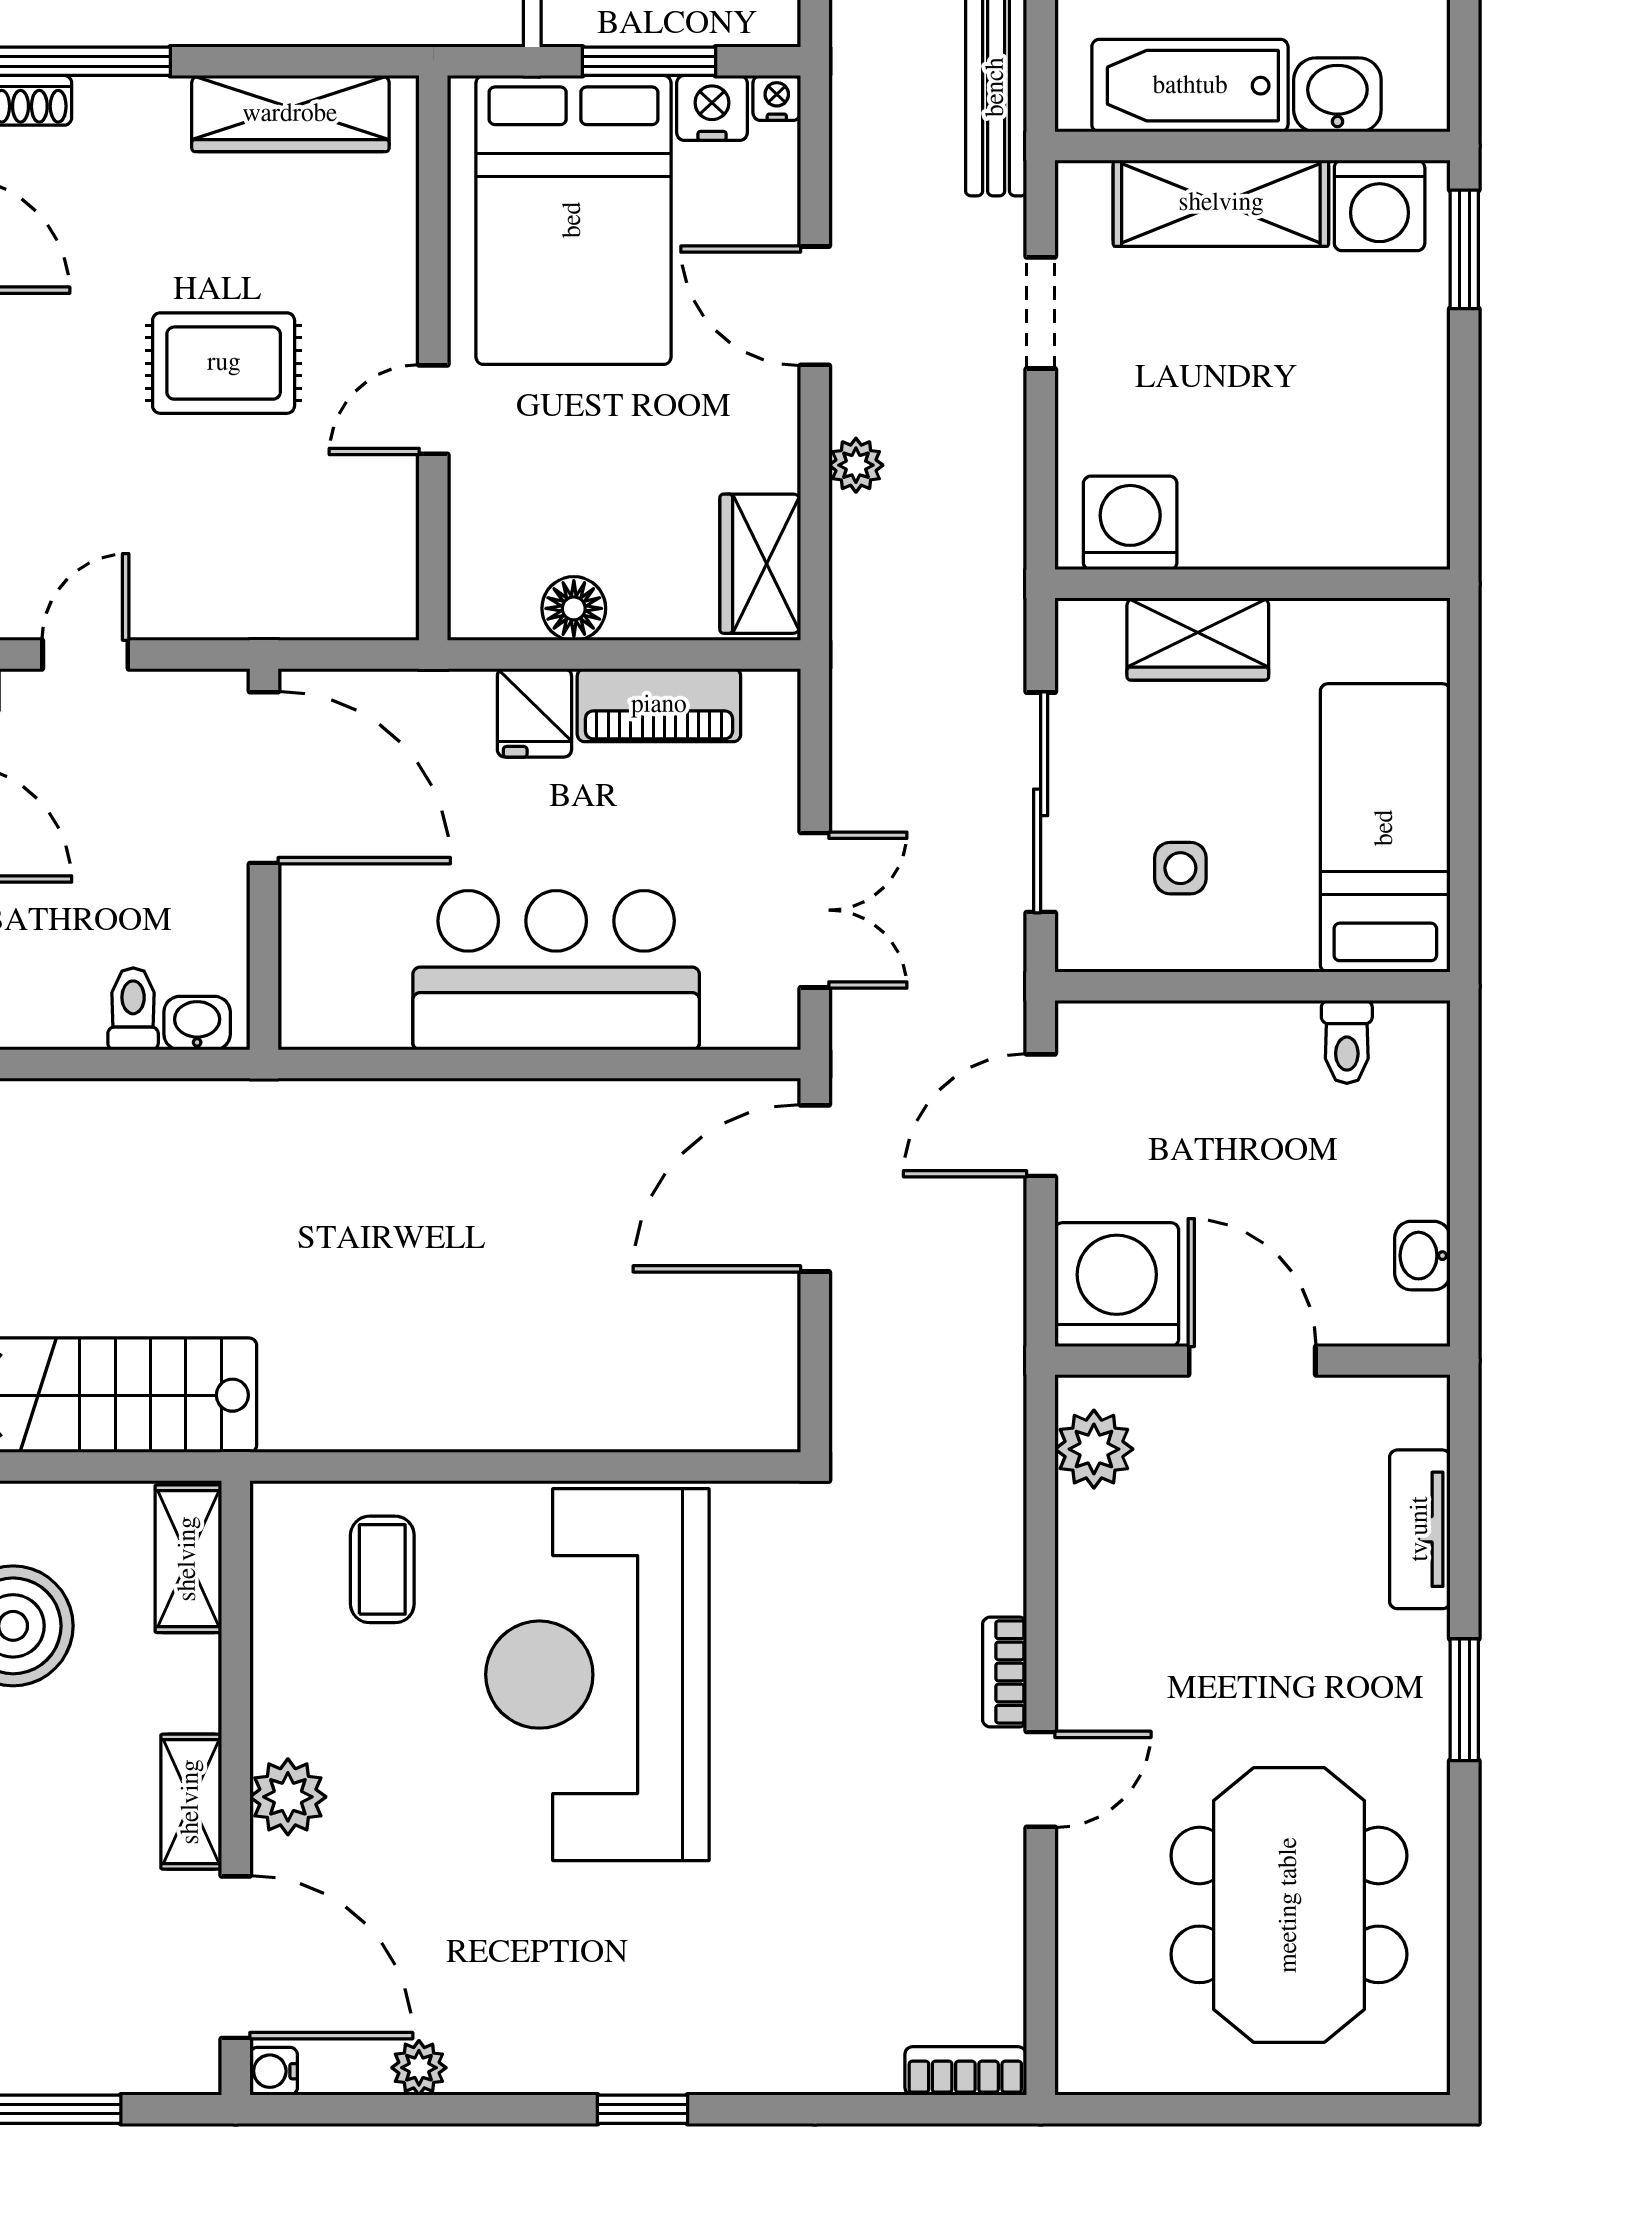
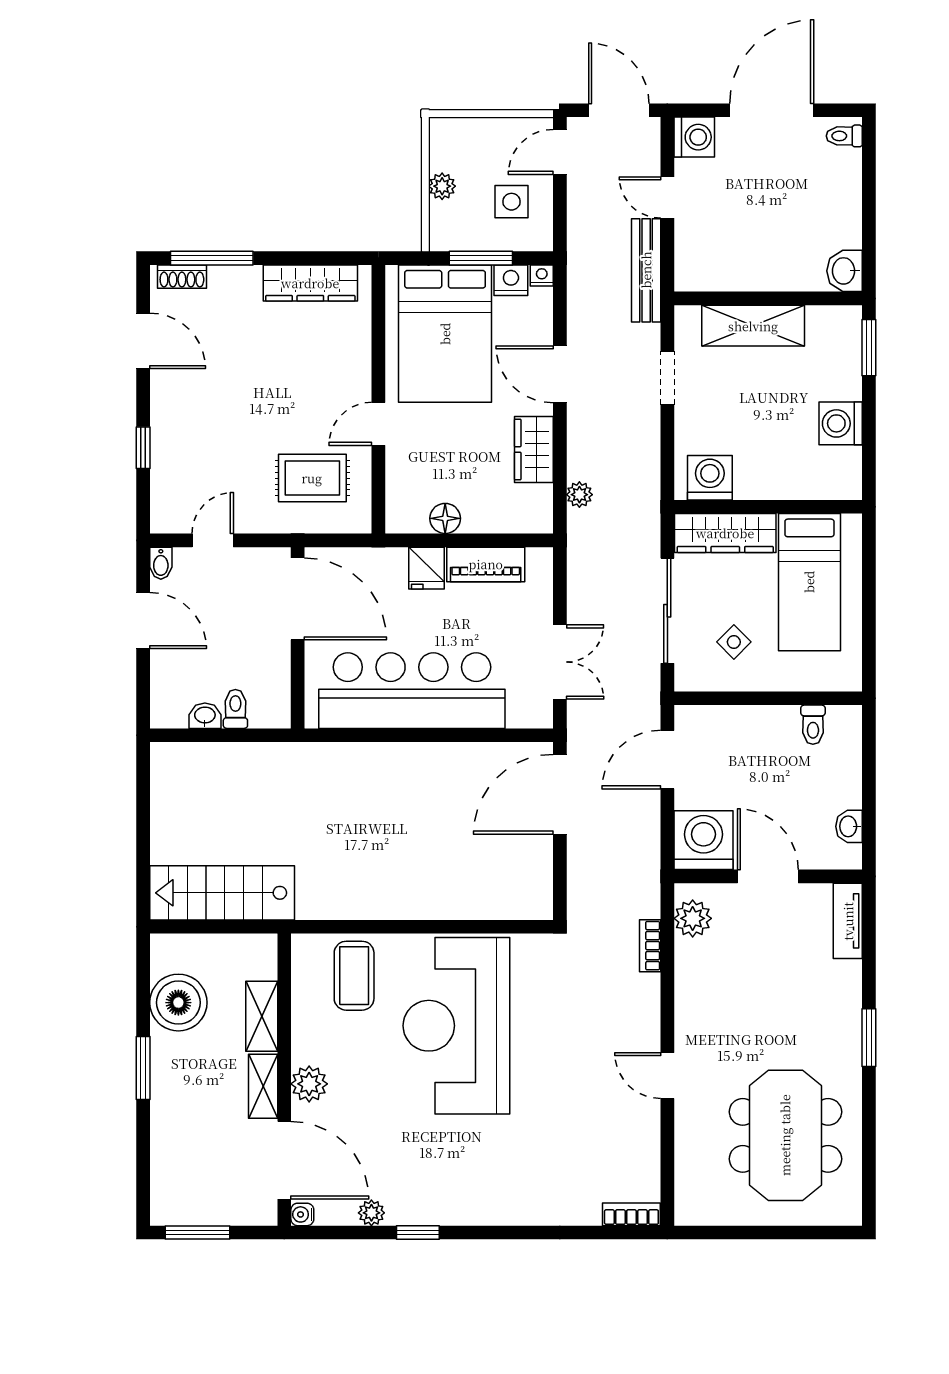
bathtub: (1190, 86) -> (738, 270), removed
washbasin: (1337, 95) -> (845, 271), moved, turned -90
washing machine: (1380, 205) -> (841, 423), moved, turned 90
rug: (224, 363) -> (312, 478), moved
plant: (856, 465) -> (579, 495), moved
wardrobe: (760, 564) -> (534, 449), moved
wardrobe: (1198, 639) -> (725, 533), width x1.50
bed: (1385, 828) -> (809, 582), moved, turned 180
side table: (1180, 868) -> (734, 642), turned 45
bar counter: (556, 970) -> (412, 691), width x1.36
washbasin: (197, 1023) -> (205, 716), moved
tv unit: (1420, 1529) -> (848, 921), moved
shelving: (188, 1559) -> (262, 1016), moved
coffee table: (382, 1569) -> (354, 976), width x1.36, depth x1.30
bookcase: (1005, 1672) -> (650, 946), moved
door: (1041, 1779) -> (667, 1076), swing flipped
window: (642, 2109) -> (418, 1233), moved

